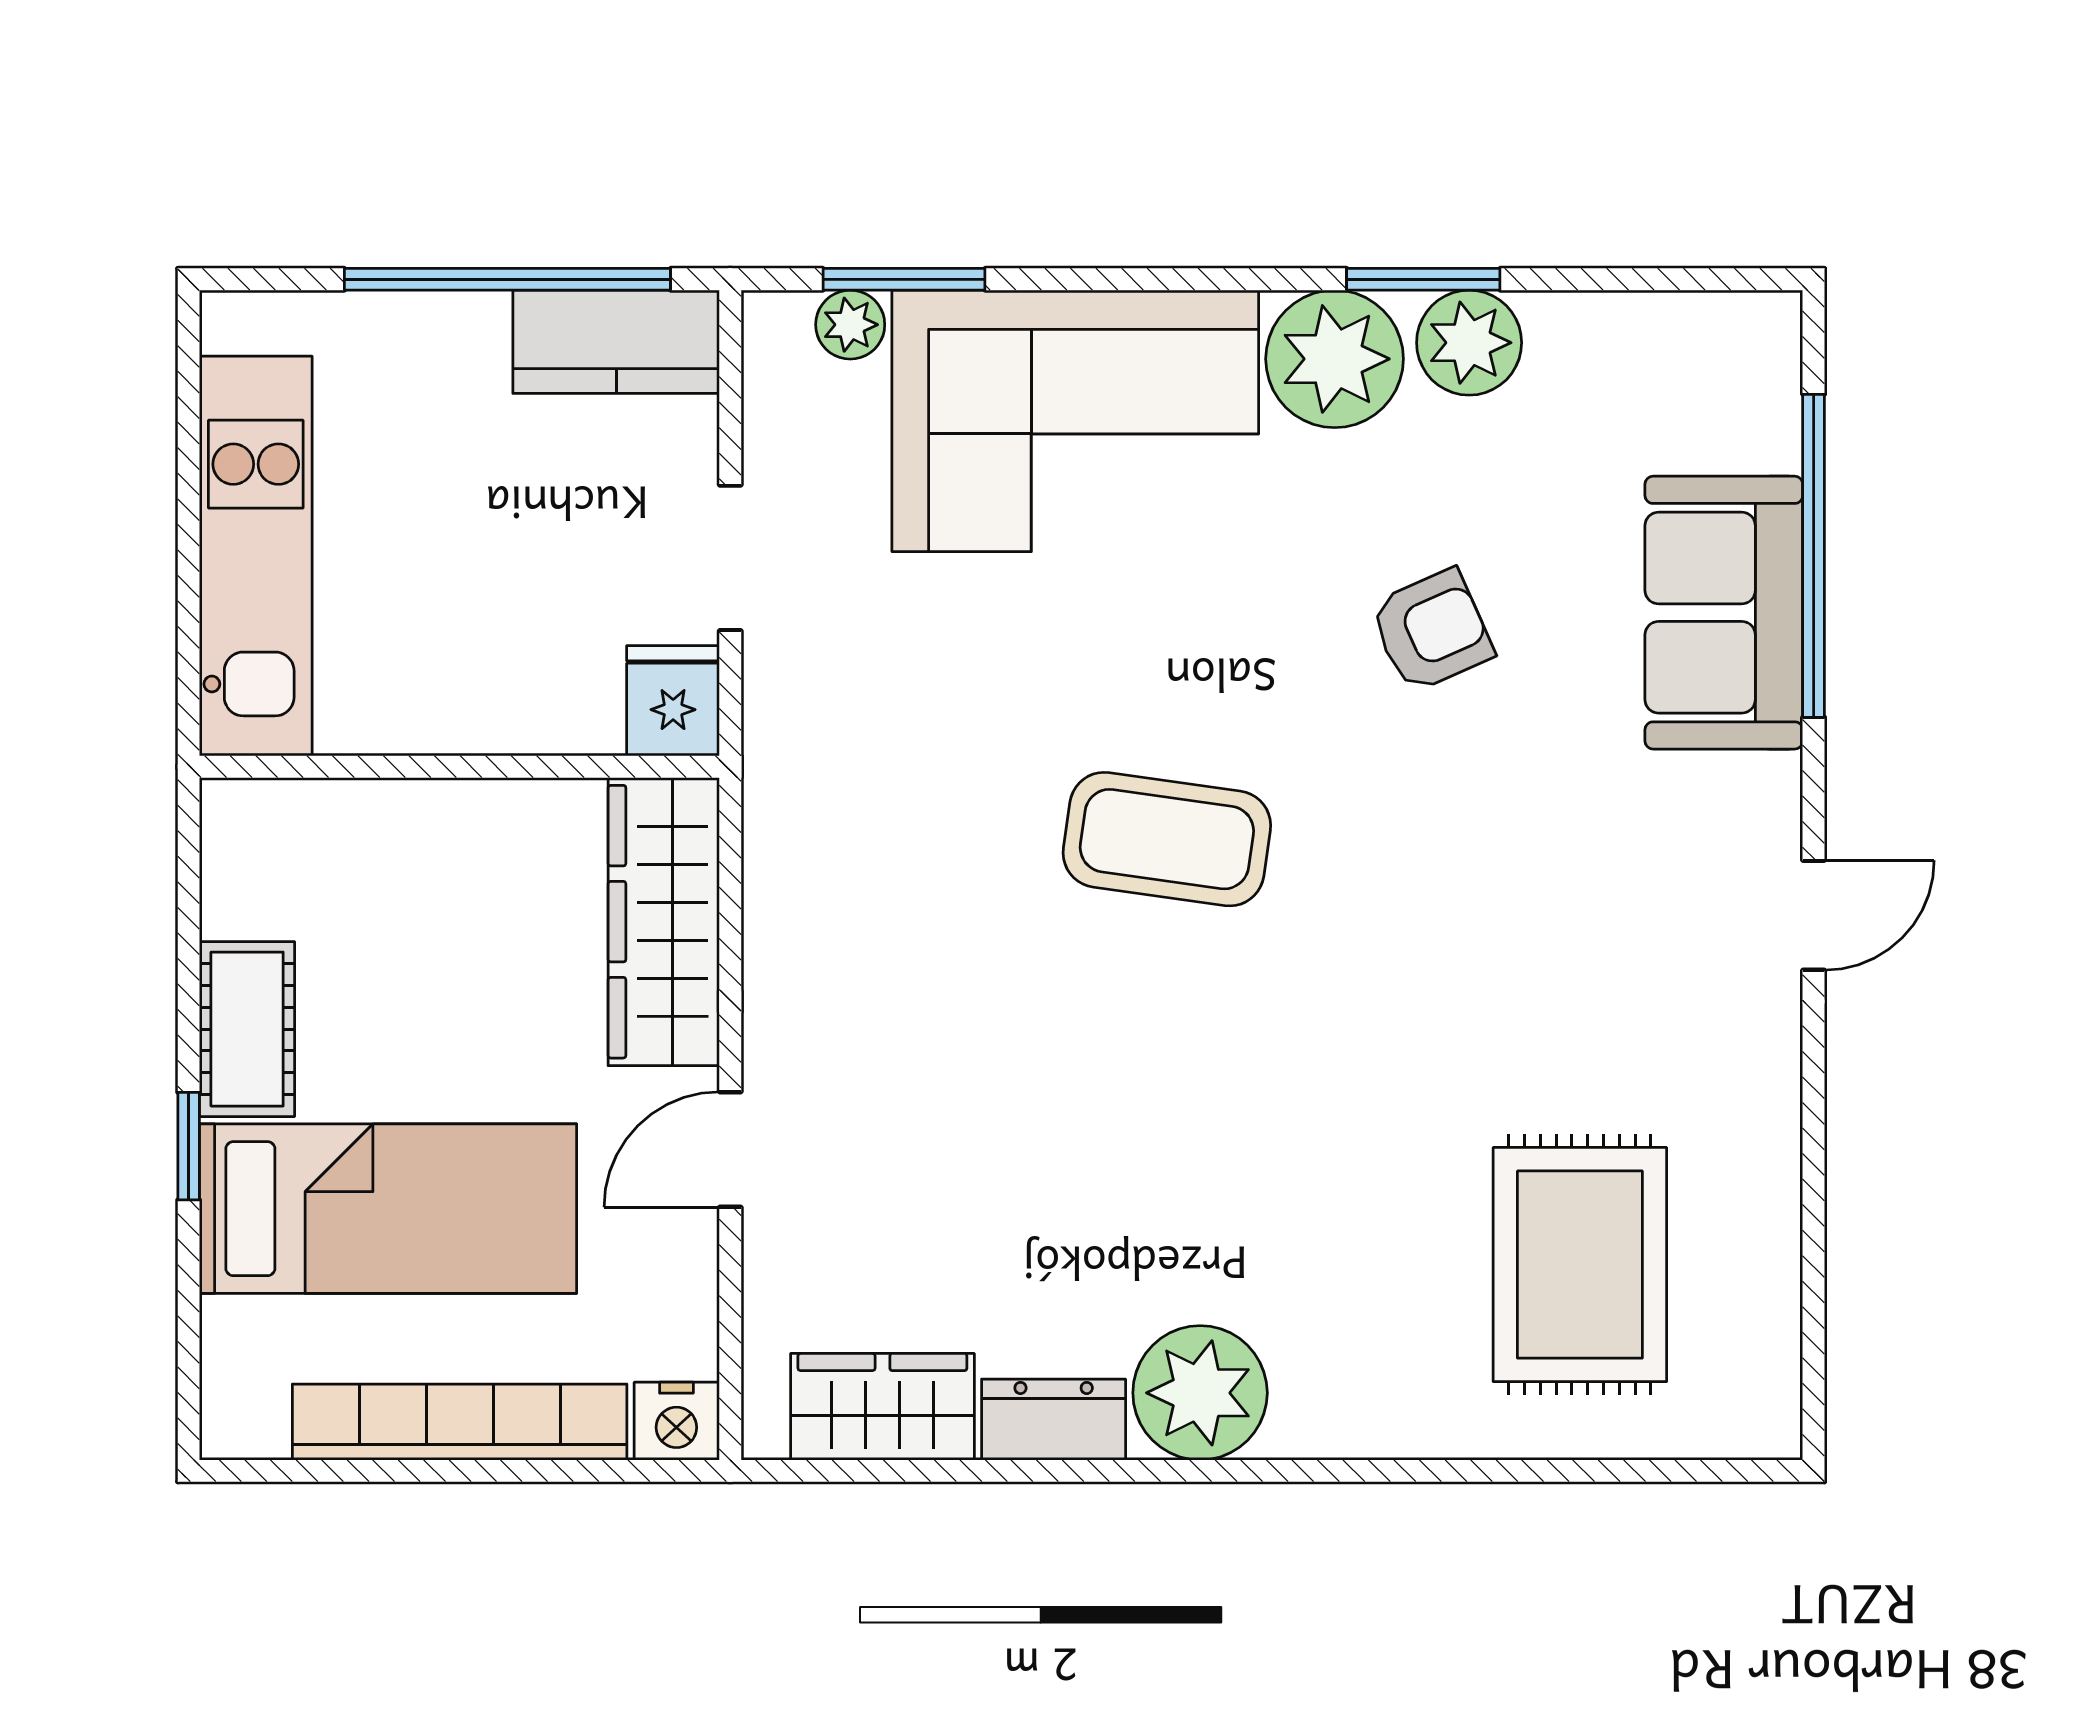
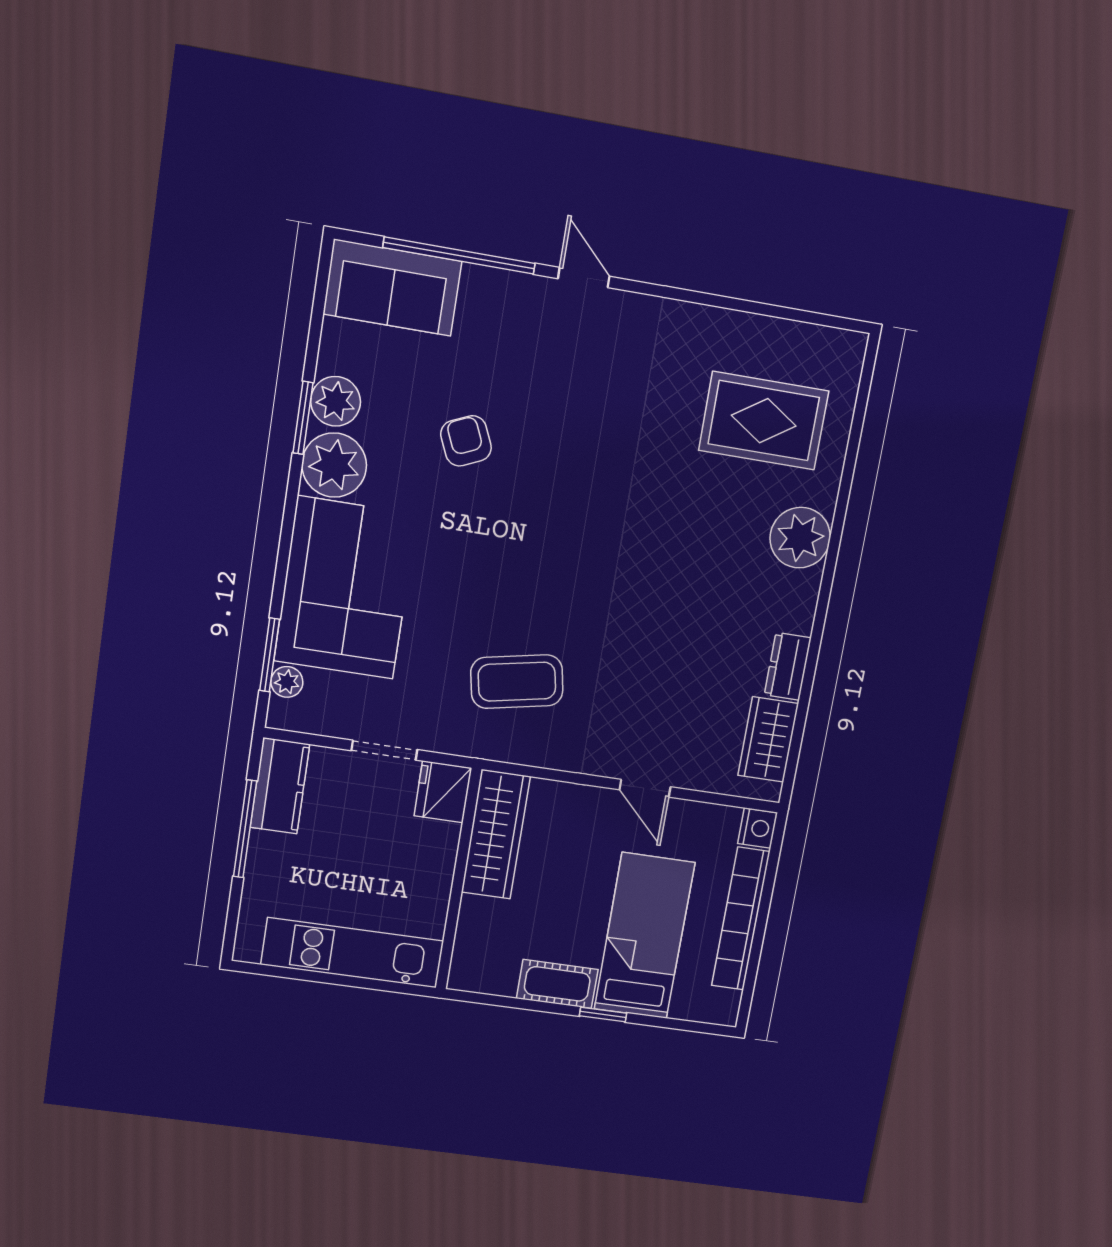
window: (507, 279) -> (245, 829), width x0.68
sofa: (1724, 613) -> (392, 288), moved
fridge: (673, 701) -> (443, 792), width x1.38
coffee table: (1167, 839) -> (517, 682), moved, turned 71
door: (1814, 915) -> (584, 277), moved
wardrobe: (664, 922) -> (496, 834), moved, turned -90
plant: (1200, 1393) -> (800, 538), moved

